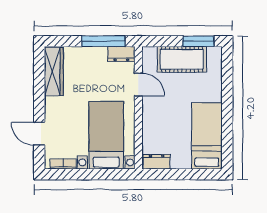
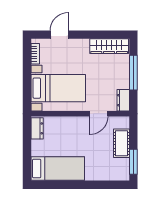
window: (103, 41) -> (133, 73), moved
cot: (182, 59) -> (121, 143), width x0.73, depth x0.75

